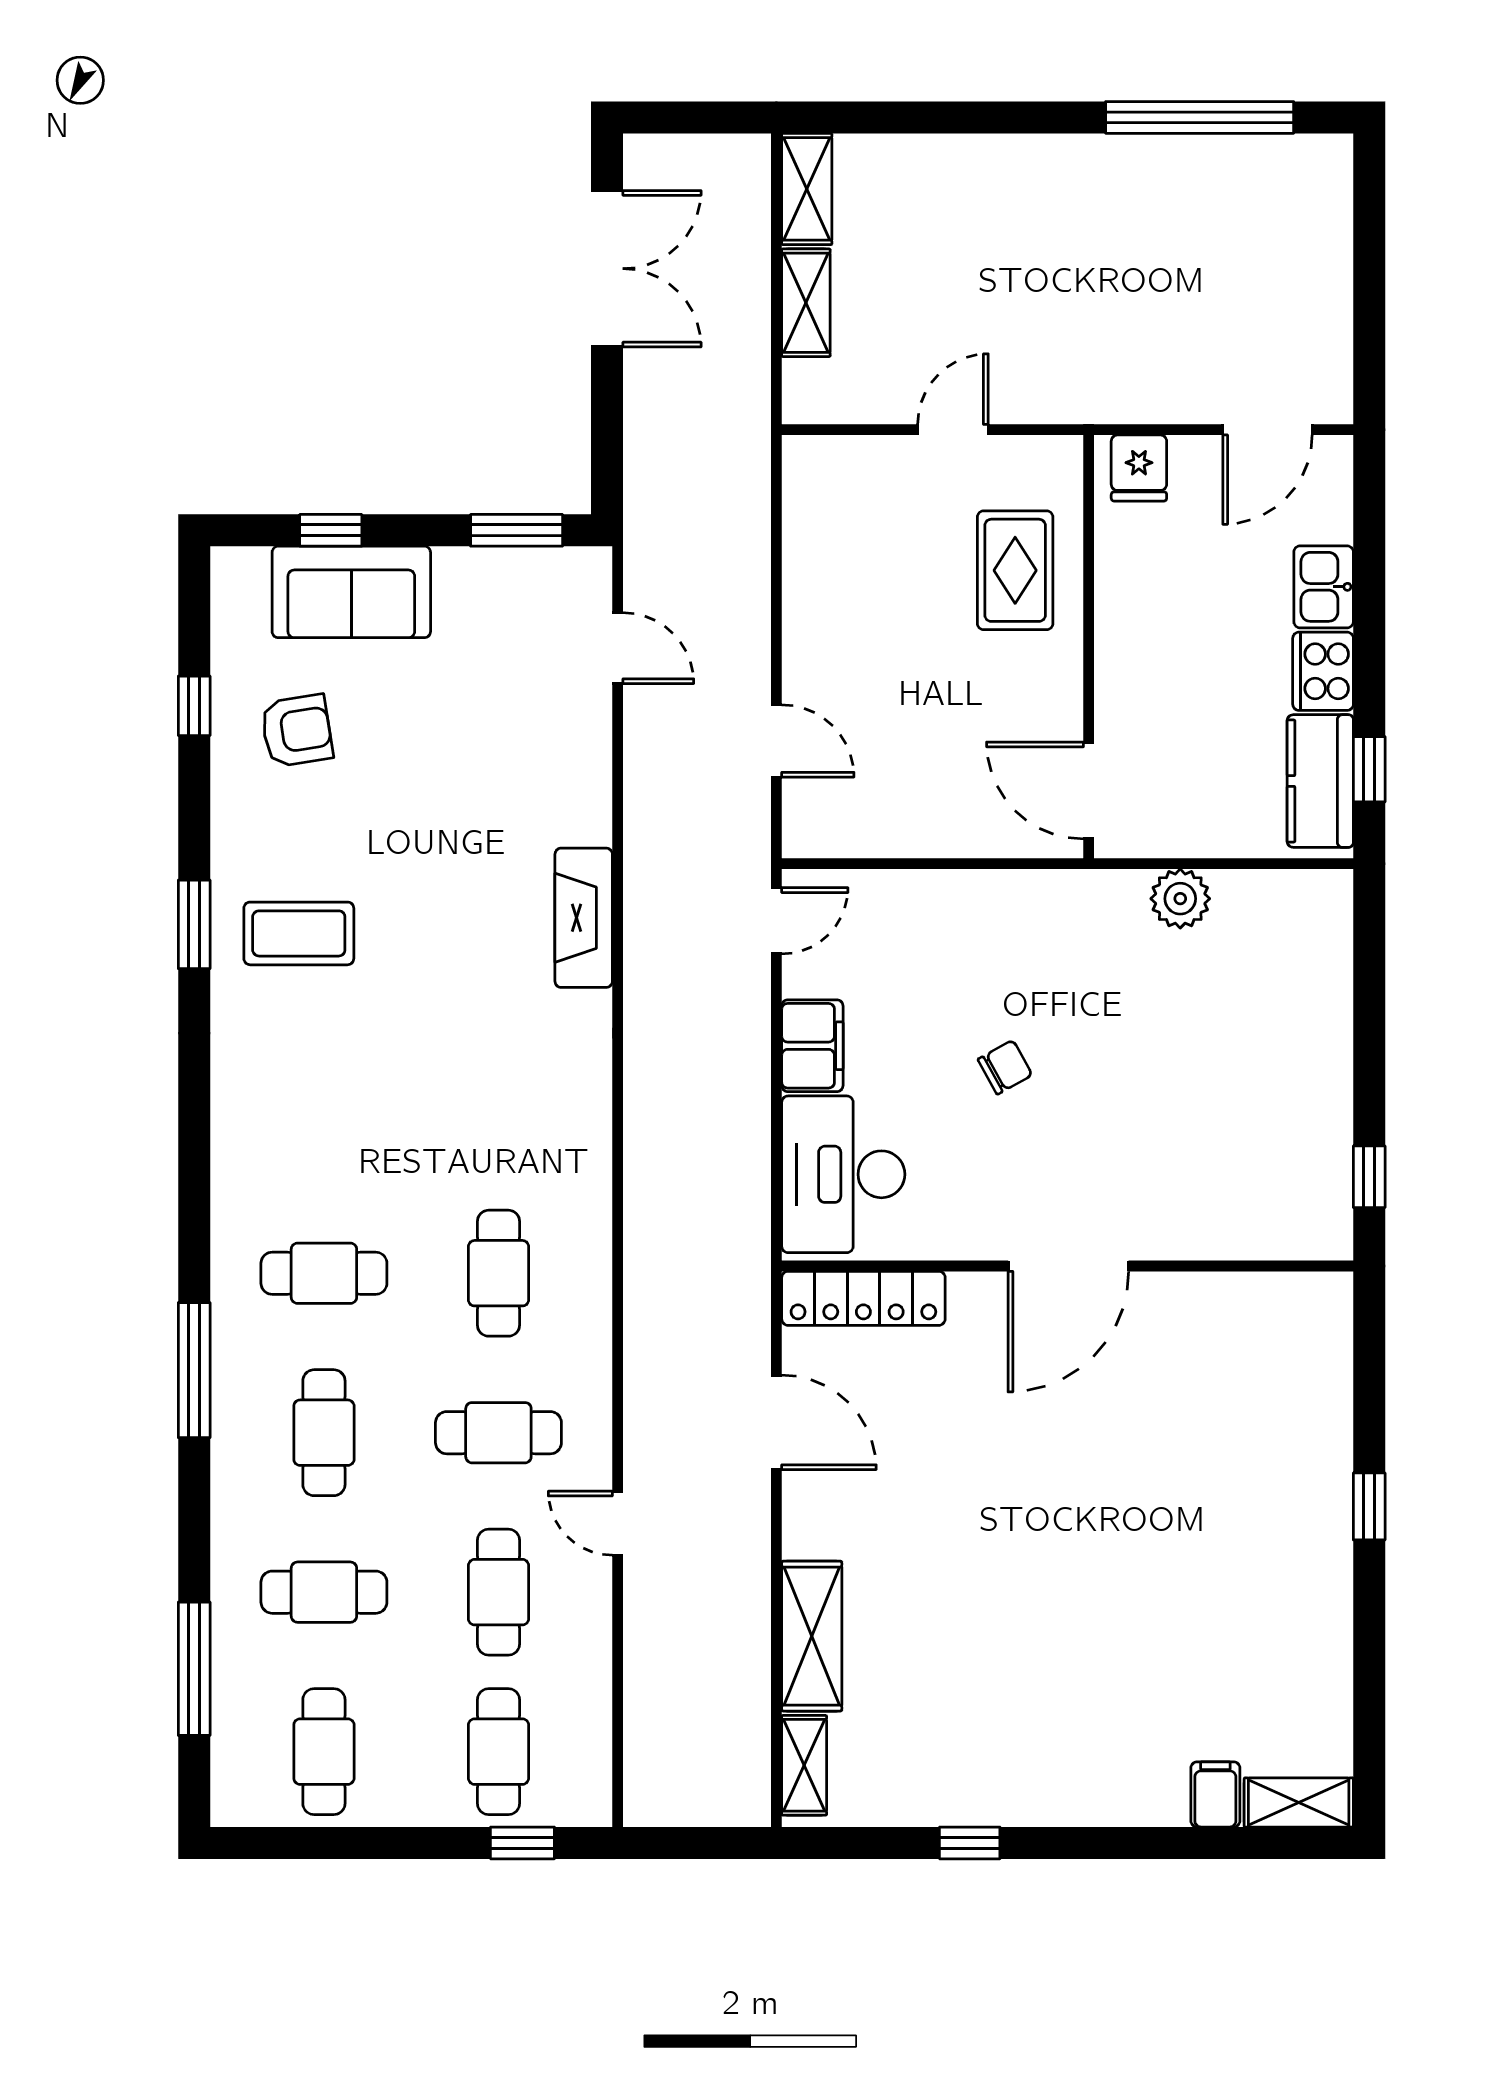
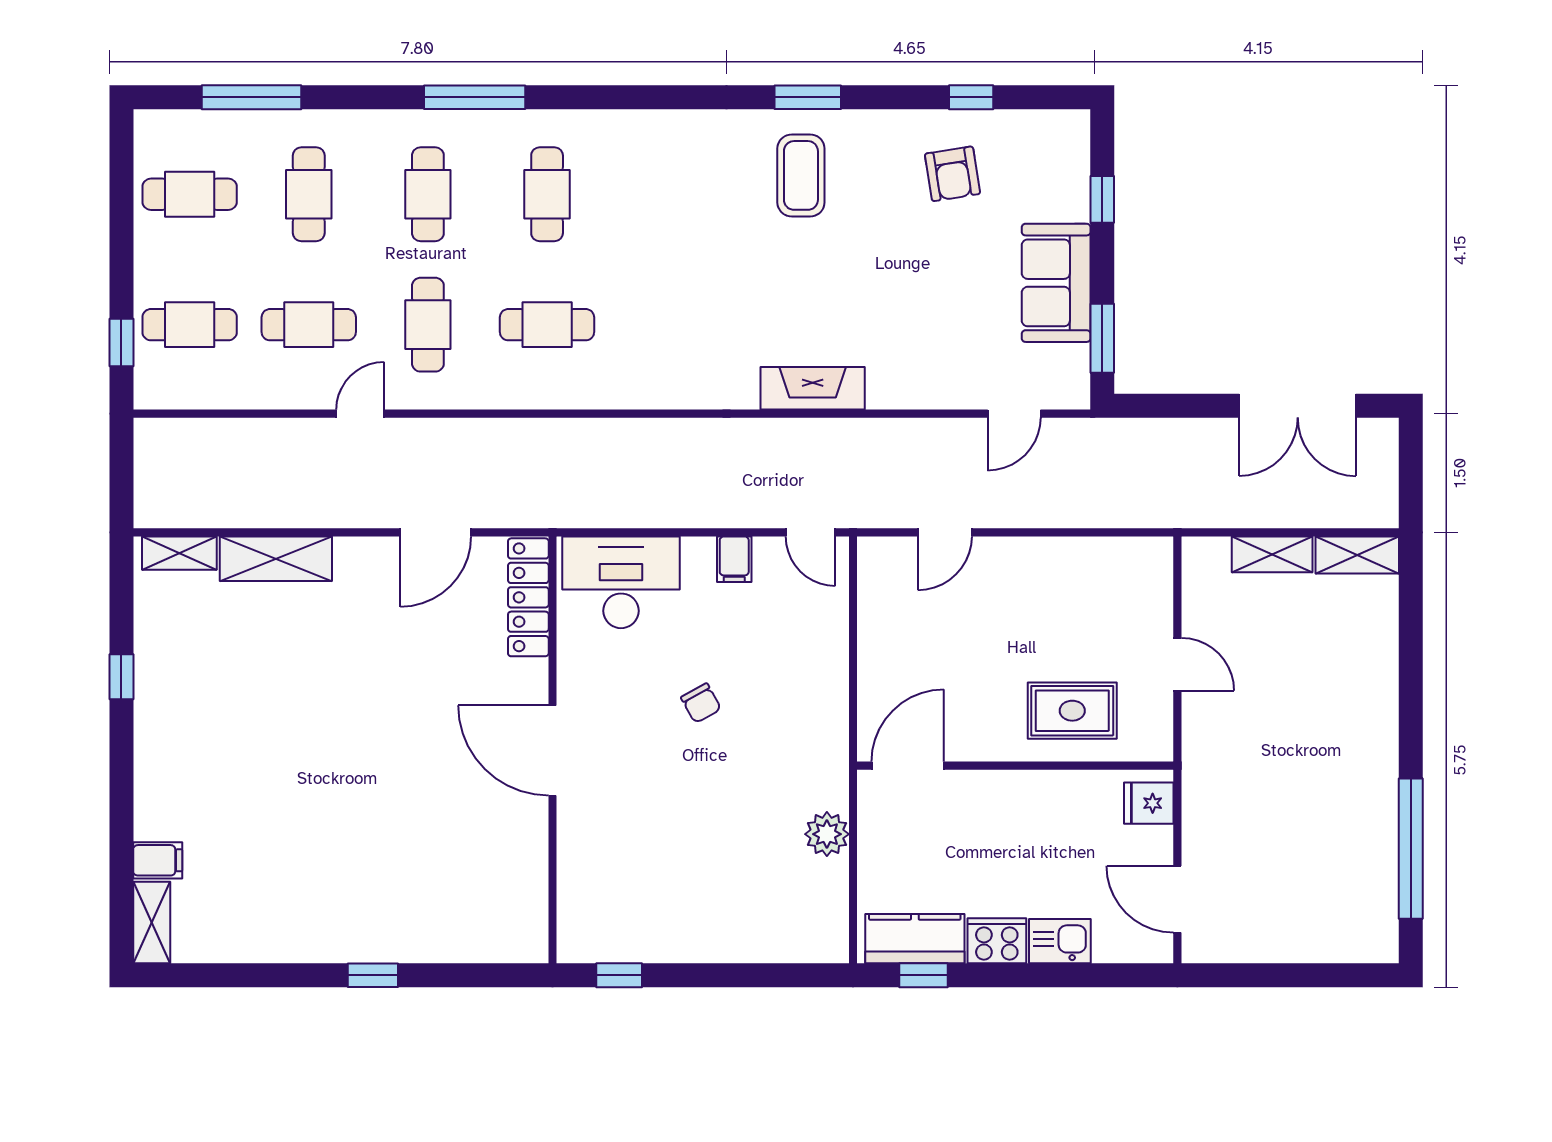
sofa: (351, 592) -> (1056, 283), moved
filing cabinet: (812, 1046) -> (734, 559), width x0.50
cafe table: (324, 1433) -> (428, 194), turned 90

